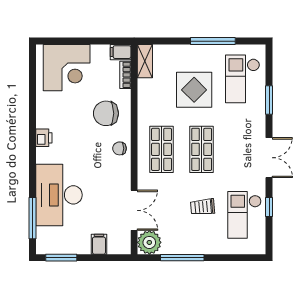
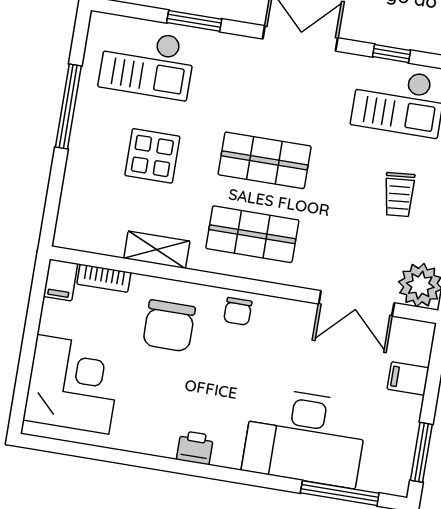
shelving: (145, 61) -> (157, 250), moved
display table: (194, 90) -> (152, 156), width x0.73, depth x0.73
trolley: (203, 207) -> (399, 194), moved
double door: (134, 210) -> (356, 303), swing flipped

